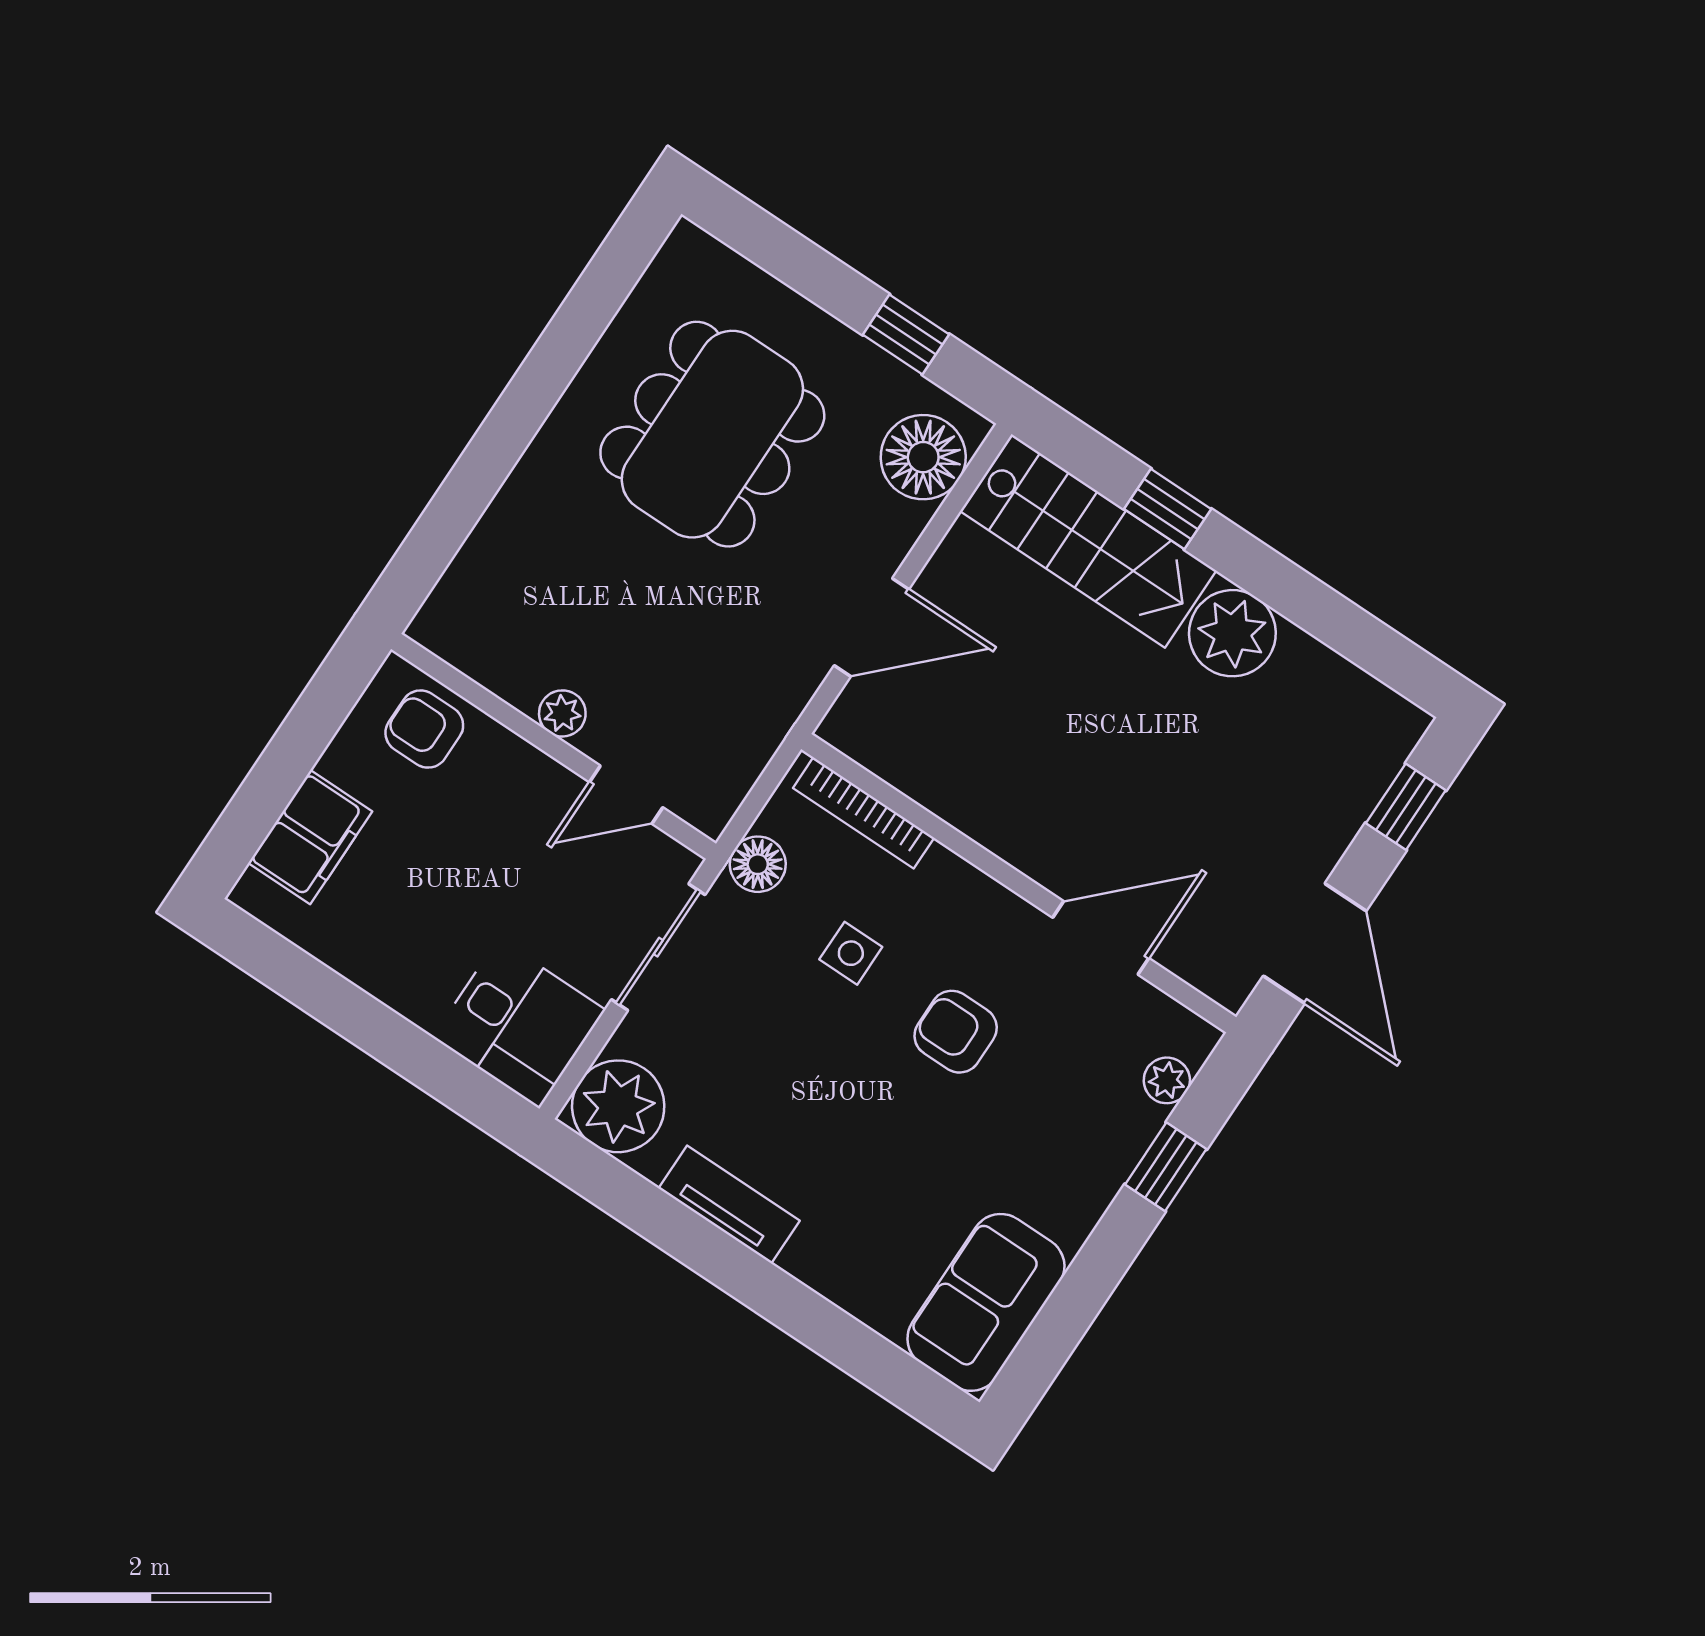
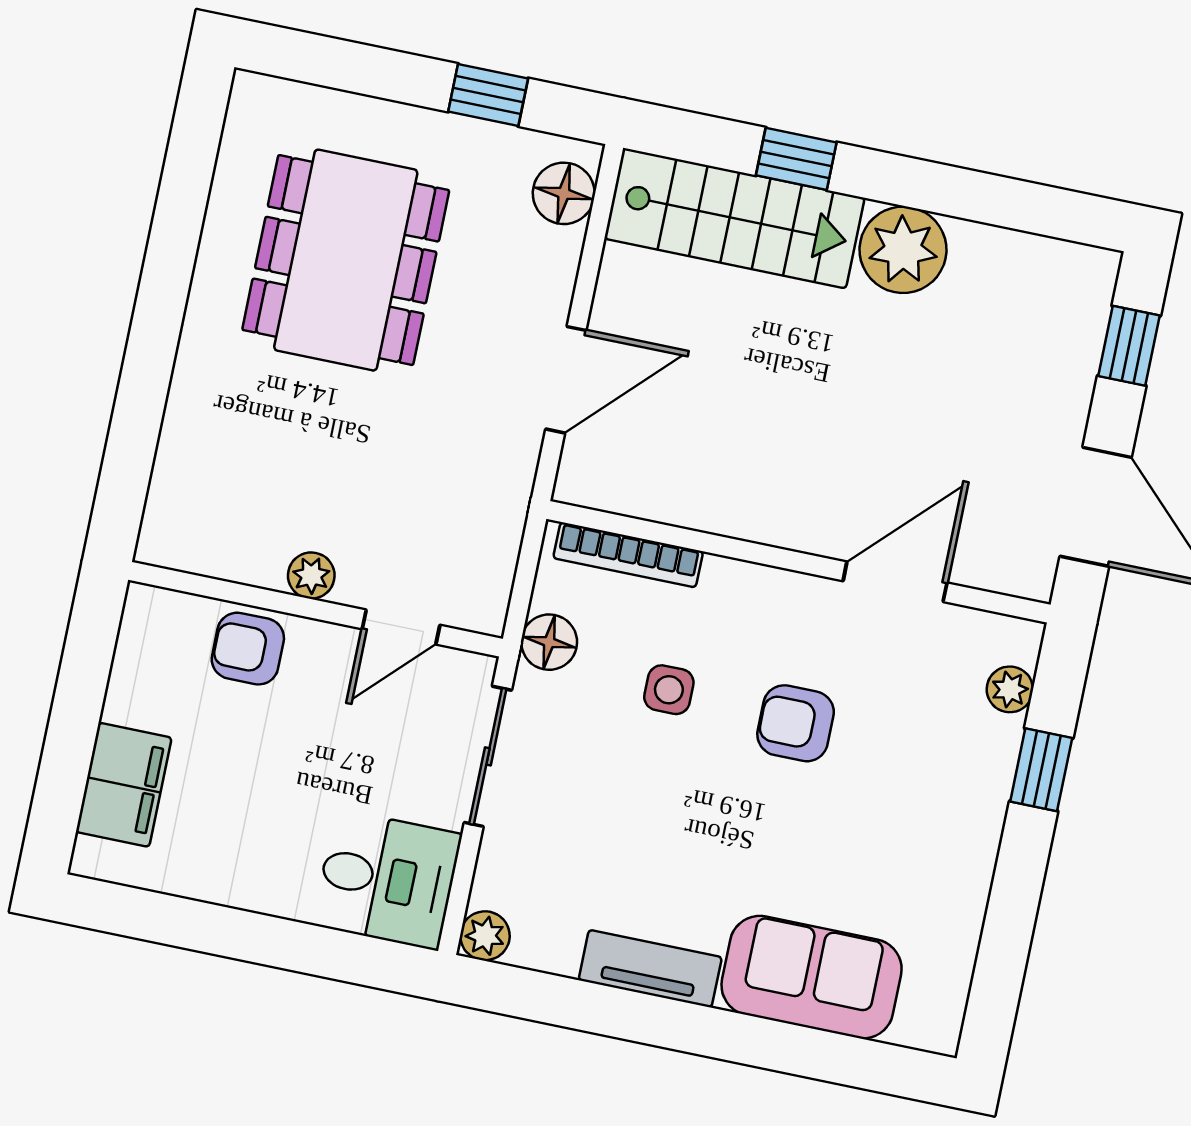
floor lamp: (923, 457) -> (564, 193), width x0.73, depth x0.73
armchair: (424, 729) -> (248, 649), moved
plant: (618, 1106) -> (485, 936), width x0.53, depth x0.53
sofa: (986, 1302) -> (812, 977), moved, turned 90

